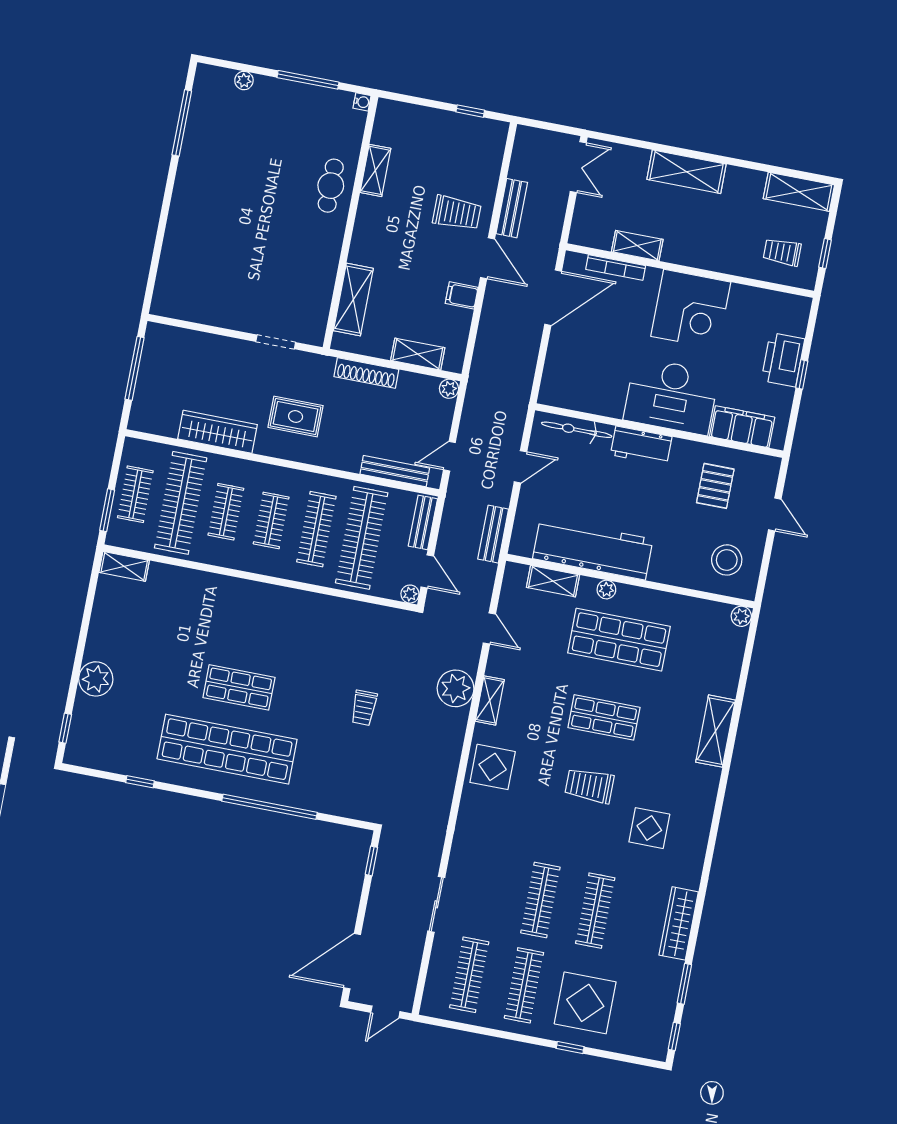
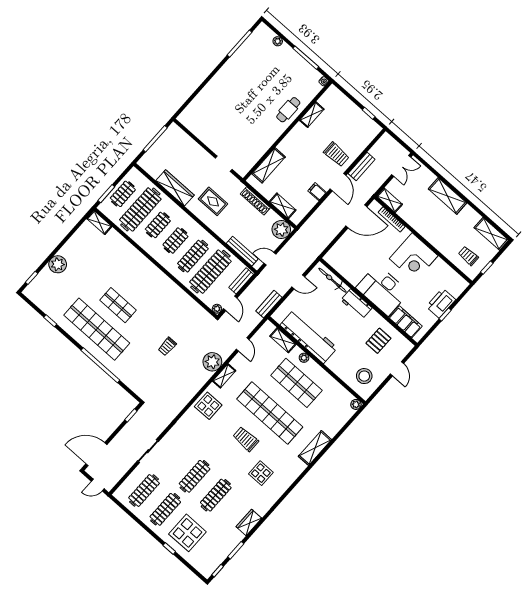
shelving: (637, 246) -> (390, 200), moved
plant: (449, 389) -> (281, 230), width x1.88, depth x1.88
shop shelf: (604, 717) -> (270, 413), width x2.00, depth x1.36
wardrobe: (679, 923) -> (249, 522), width x0.67

